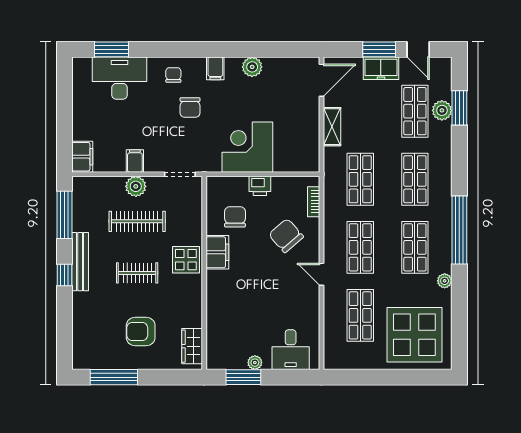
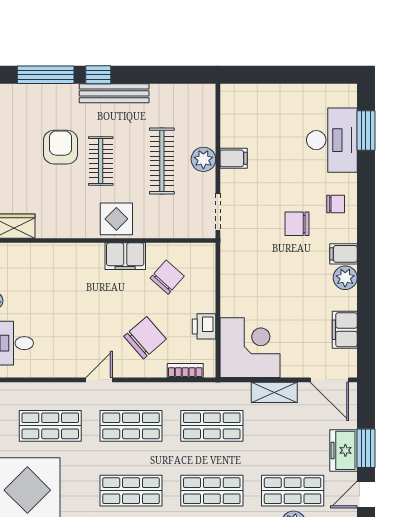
plant: (252, 67) -> (345, 278), moved
corner desk: (247, 147) -> (250, 348), moved
filing cabinet: (82, 157) -> (345, 330), moved, turned 90
printer: (260, 186) -> (204, 326), moved
window: (64, 215) -> (46, 75), moved
chair: (235, 217) -> (167, 277), turned -48
armchair: (141, 331) -> (61, 147), moved

